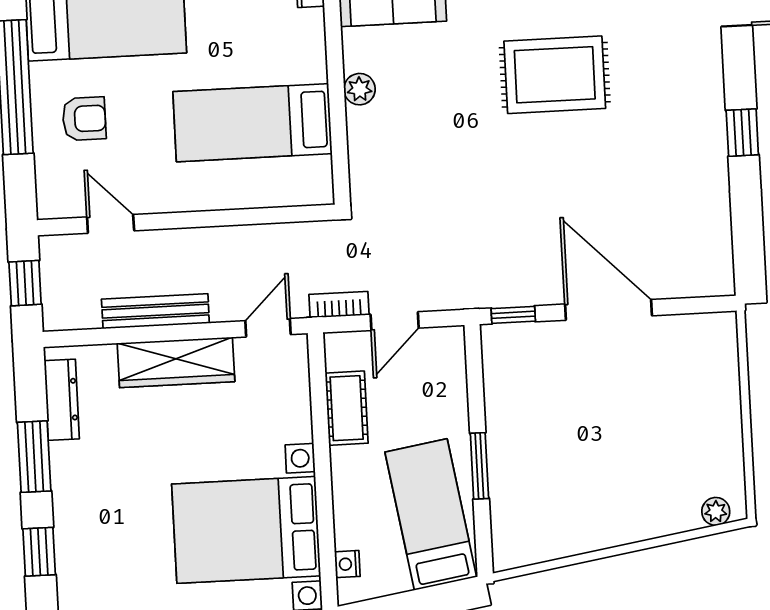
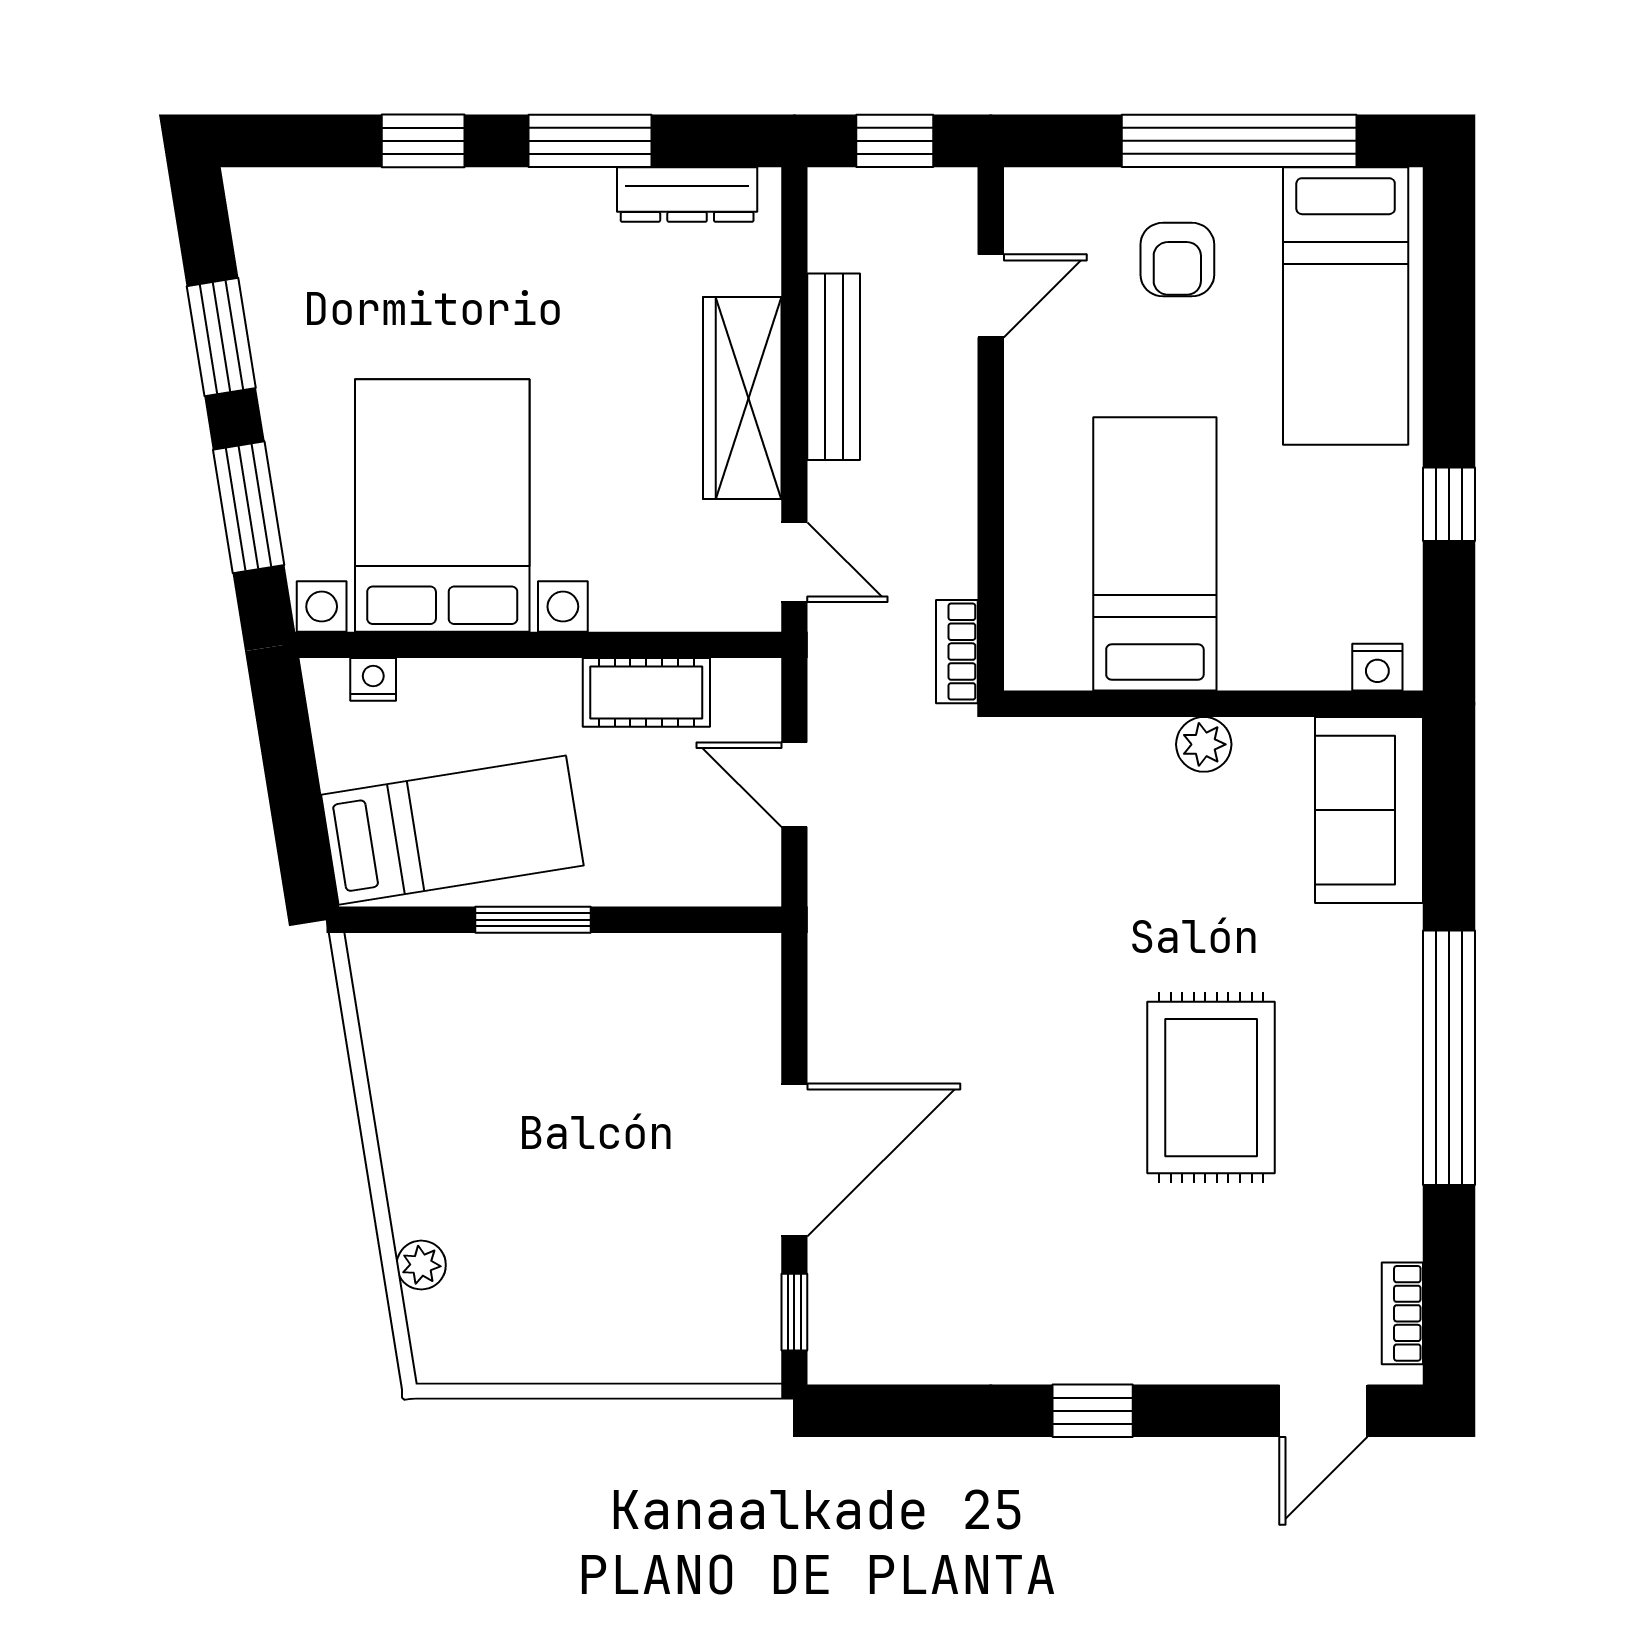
bookcase: (339, 305) -> (957, 652), moved, turned 180
window: (513, 315) -> (794, 1312), moved
plant: (716, 511) -> (421, 1265), moved

